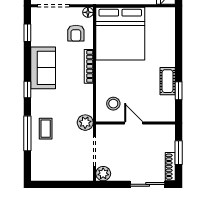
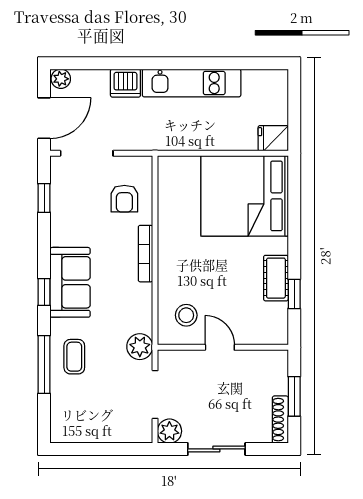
floor lamp: (88, 12) -> (144, 164), removed
bed: (120, 34) -> (245, 196), moved, turned 90
sofa: (43, 68) -> (70, 282), moved
sliding door: (148, 184) -> (216, 449), moved

